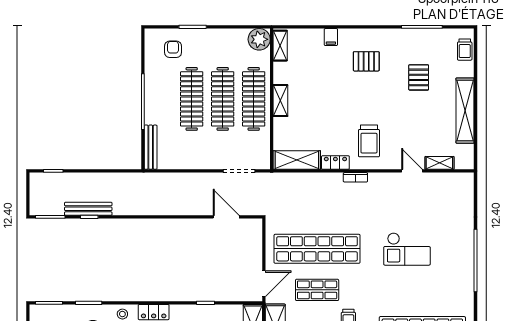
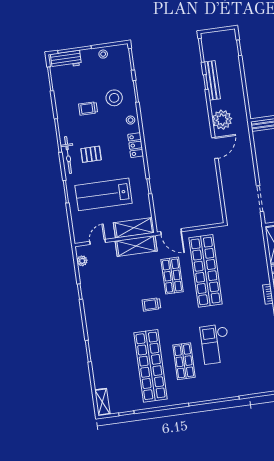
plant: (137, 203) -> (222, 120), added
door: (226, 217) -> (215, 148), moved
shop shelf: (422, 290) -> (184, 361), added

